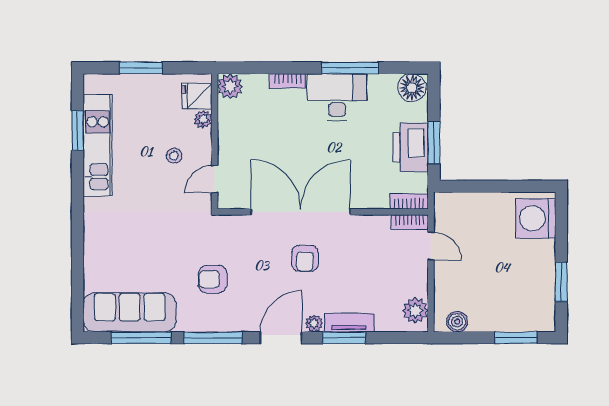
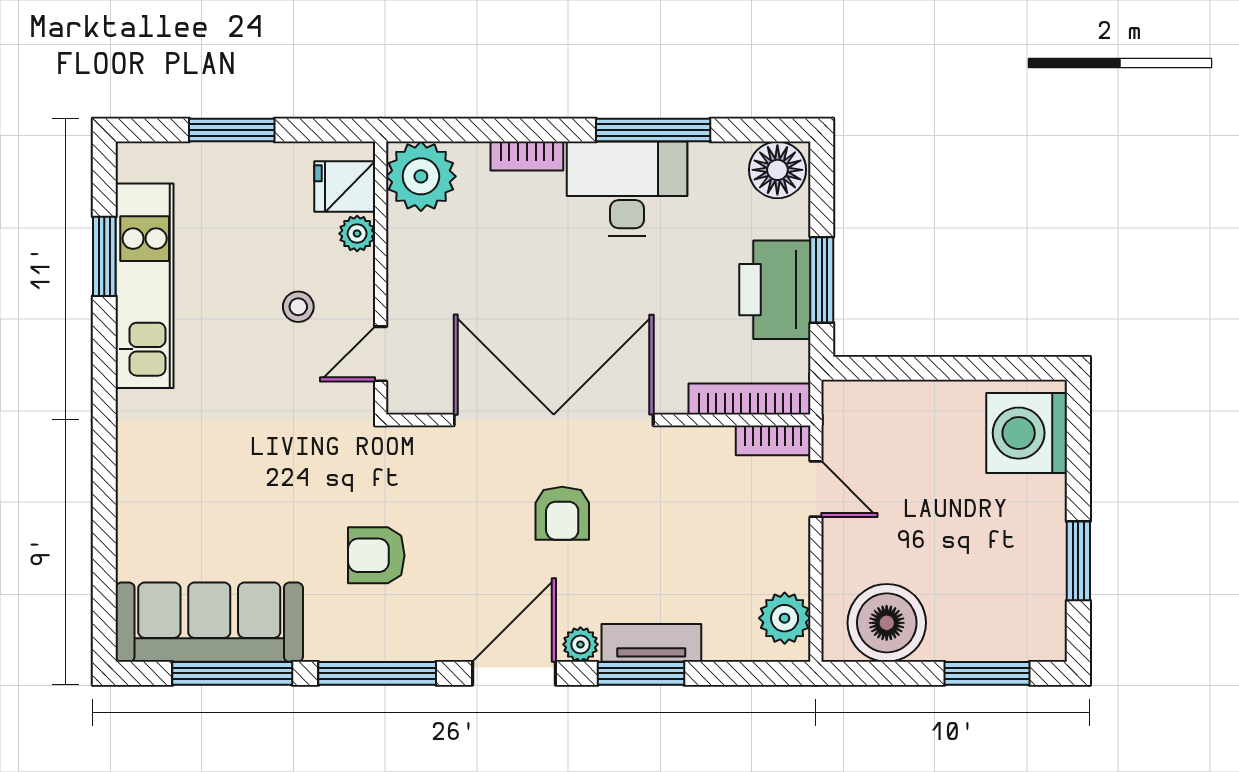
plant: (230, 86) -> (421, 176), width x1.36, depth x1.36
bookcase: (409, 201) -> (750, 399), width x1.56
boiler: (457, 322) -> (887, 623), width x1.86, depth x1.86

